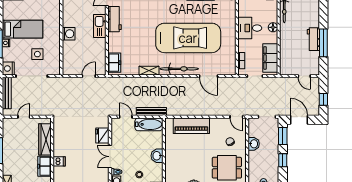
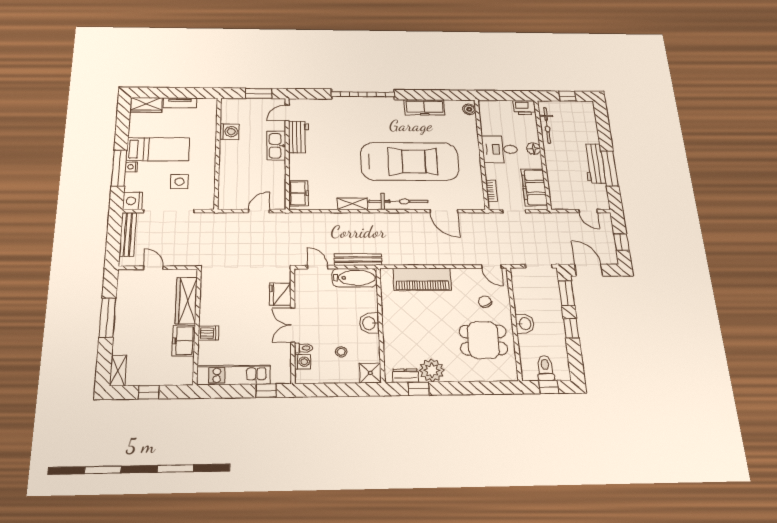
washing machine: (69, 34) -> (229, 132), moved
workbench: (313, 39) -> (594, 164), width x1.37
door: (24, 117) -> (153, 268), hinge flipped
washbasin: (254, 144) -> (525, 324), moved

